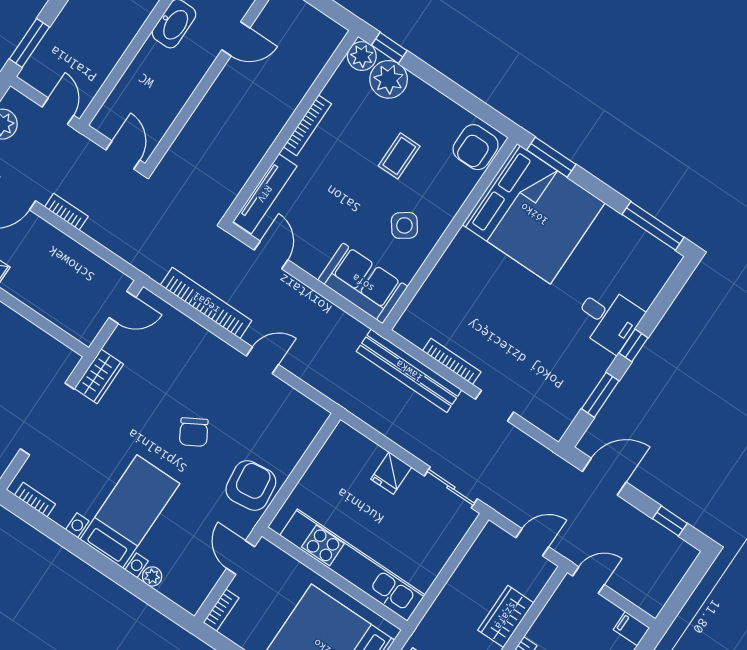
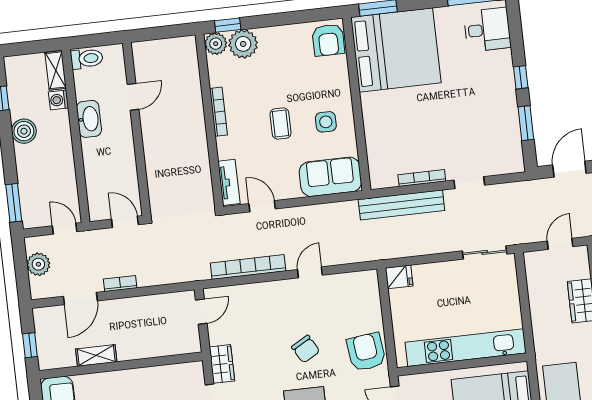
coffee table: (399, 156) -> (280, 124), moved
tv unit: (265, 194) -> (229, 182), width x0.71
side table: (404, 225) -> (326, 122), turned 36
desk: (608, 318) -> (487, 30), moved
fridge: (391, 473) -> (399, 277), moved, turned -90

